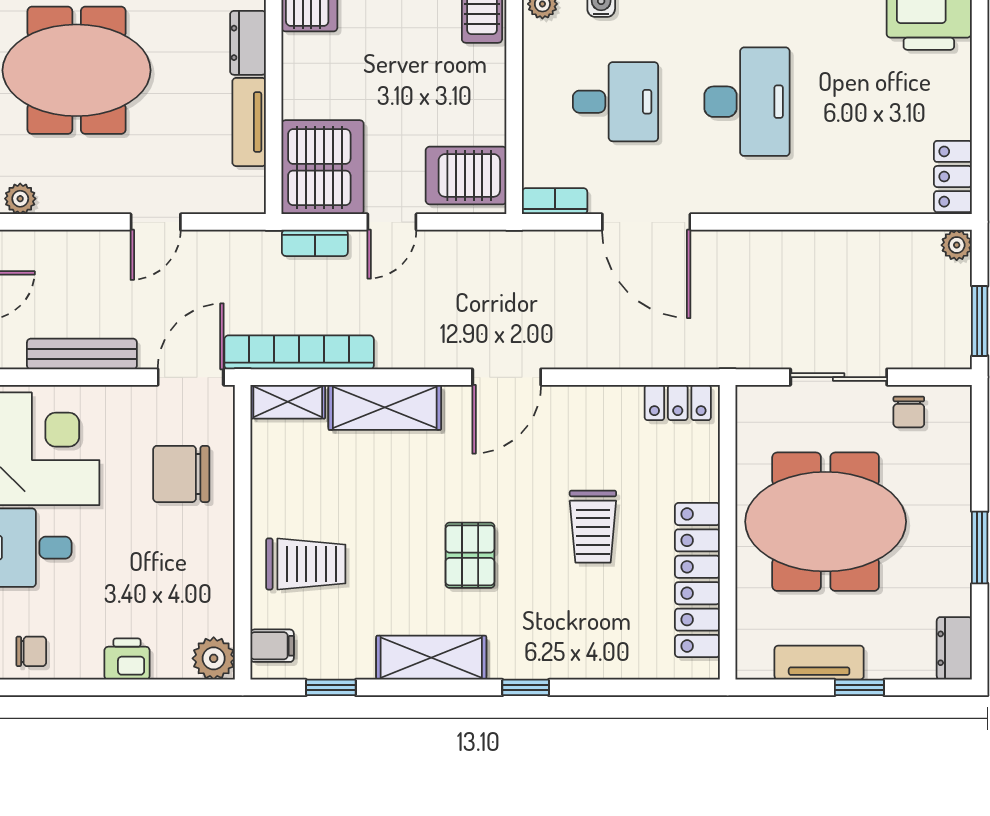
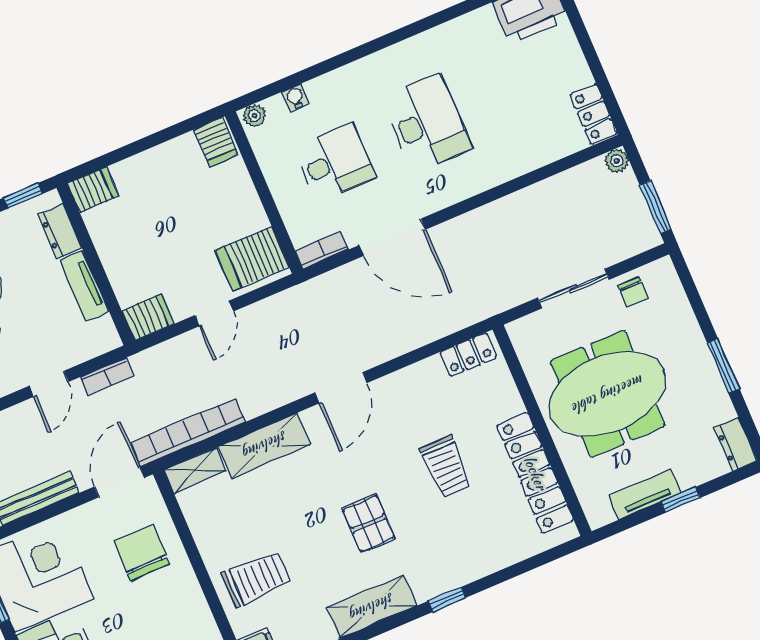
server rack: (323, 167) -> (148, 317), width x0.46, depth x0.70
bookcase: (315, 243) -> (107, 376), moved
chair: (181, 474) -> (142, 553), turned 90

